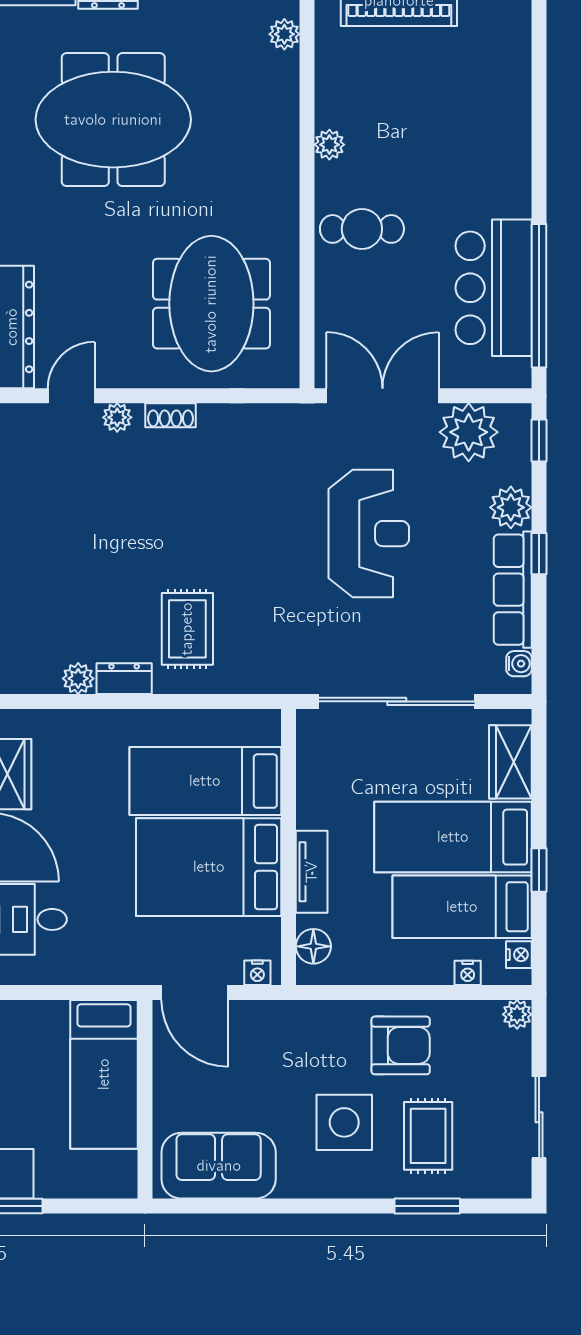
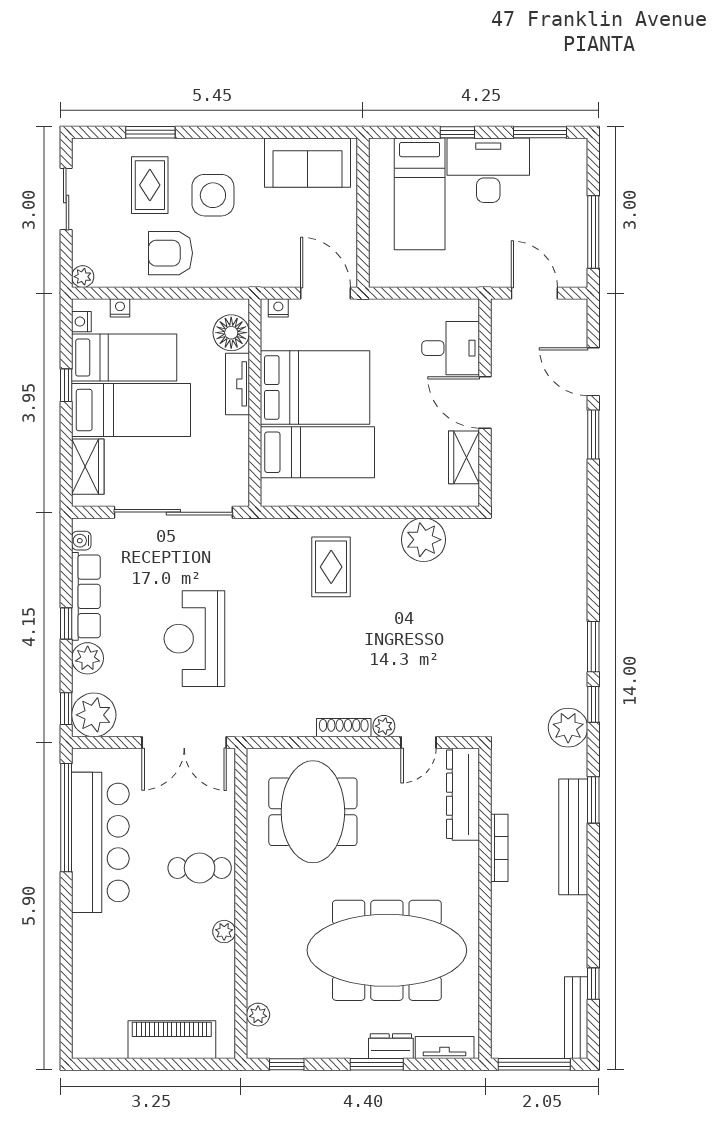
meeting table: (113, 120) -> (387, 950), width x1.36
bar counter: (494, 288) -> (100, 842), width x1.36
shoe rack: (170, 415) -> (344, 728), width x1.43
plant: (469, 432) -> (94, 715), moved
plant: (78, 678) -> (424, 540), width x1.87, depth x1.87
dresser: (124, 679) -> (379, 529), removed
floor lamp: (313, 946) -> (231, 333), width x1.38, depth x1.38
bed: (104, 1074) -> (420, 194), moved, turned 180

